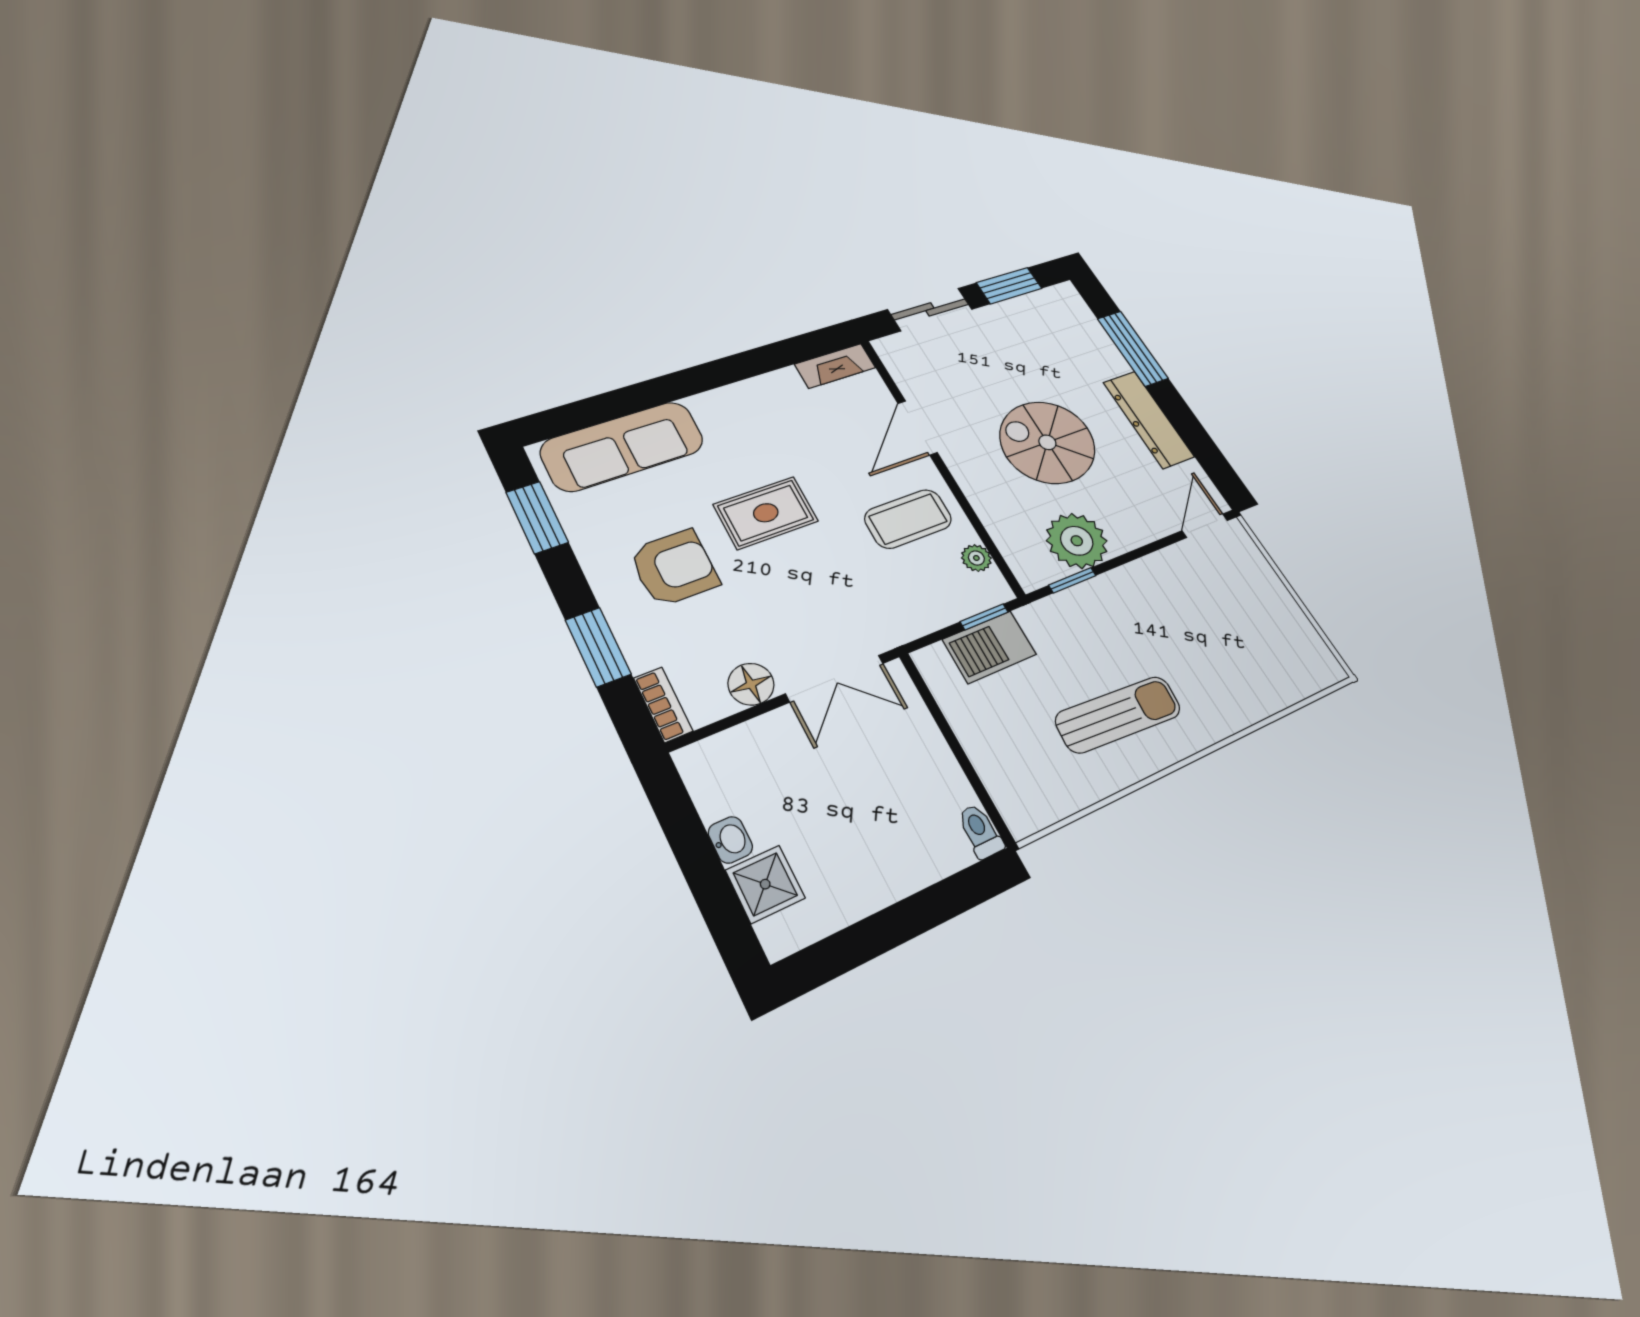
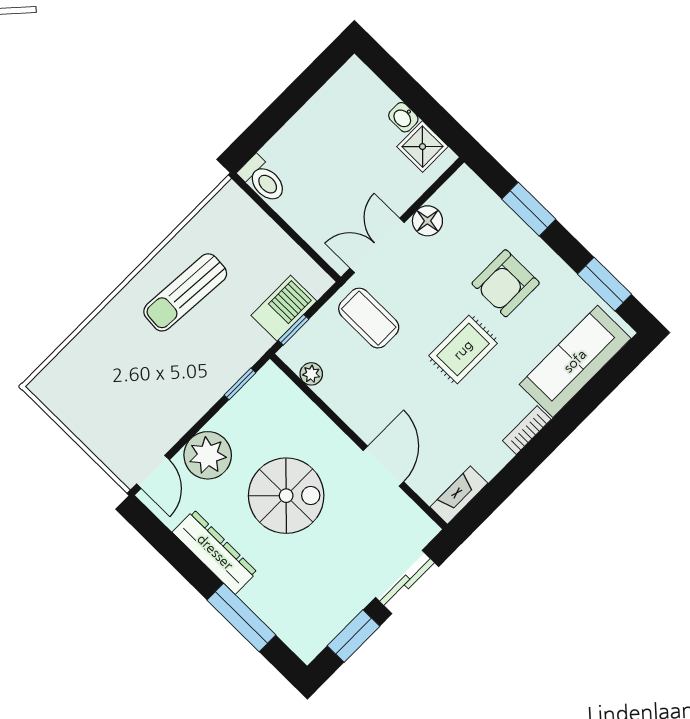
coffee table: (908, 519) -> (369, 318), moved, turned 90
plant: (1077, 541) -> (208, 455), moved
bookcase: (663, 704) -> (527, 430), moved, turned 90
toilet: (980, 831) -> (263, 179), width x1.37, depth x1.39
shower: (765, 884) -> (423, 147), moved

